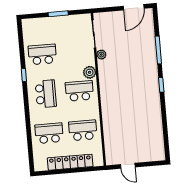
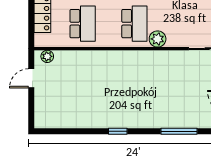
plant: (101, 55) -> (47, 56), moved
window: (161, 85) -> (118, 131), moved

